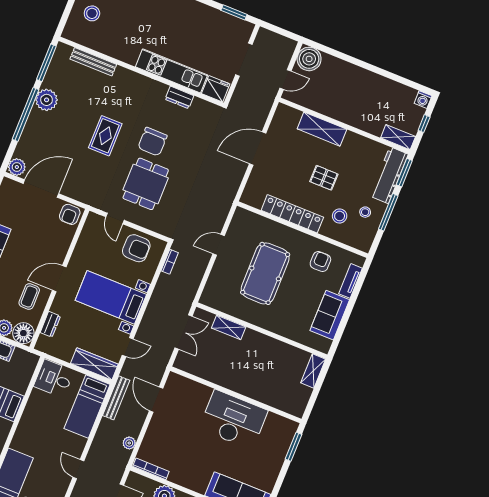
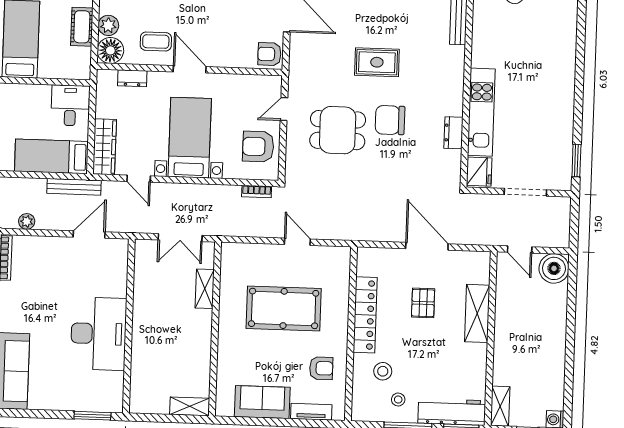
pallet: (324, 178) -> (423, 303), moved
armchair: (136, 248) -> (258, 147), turned 90

